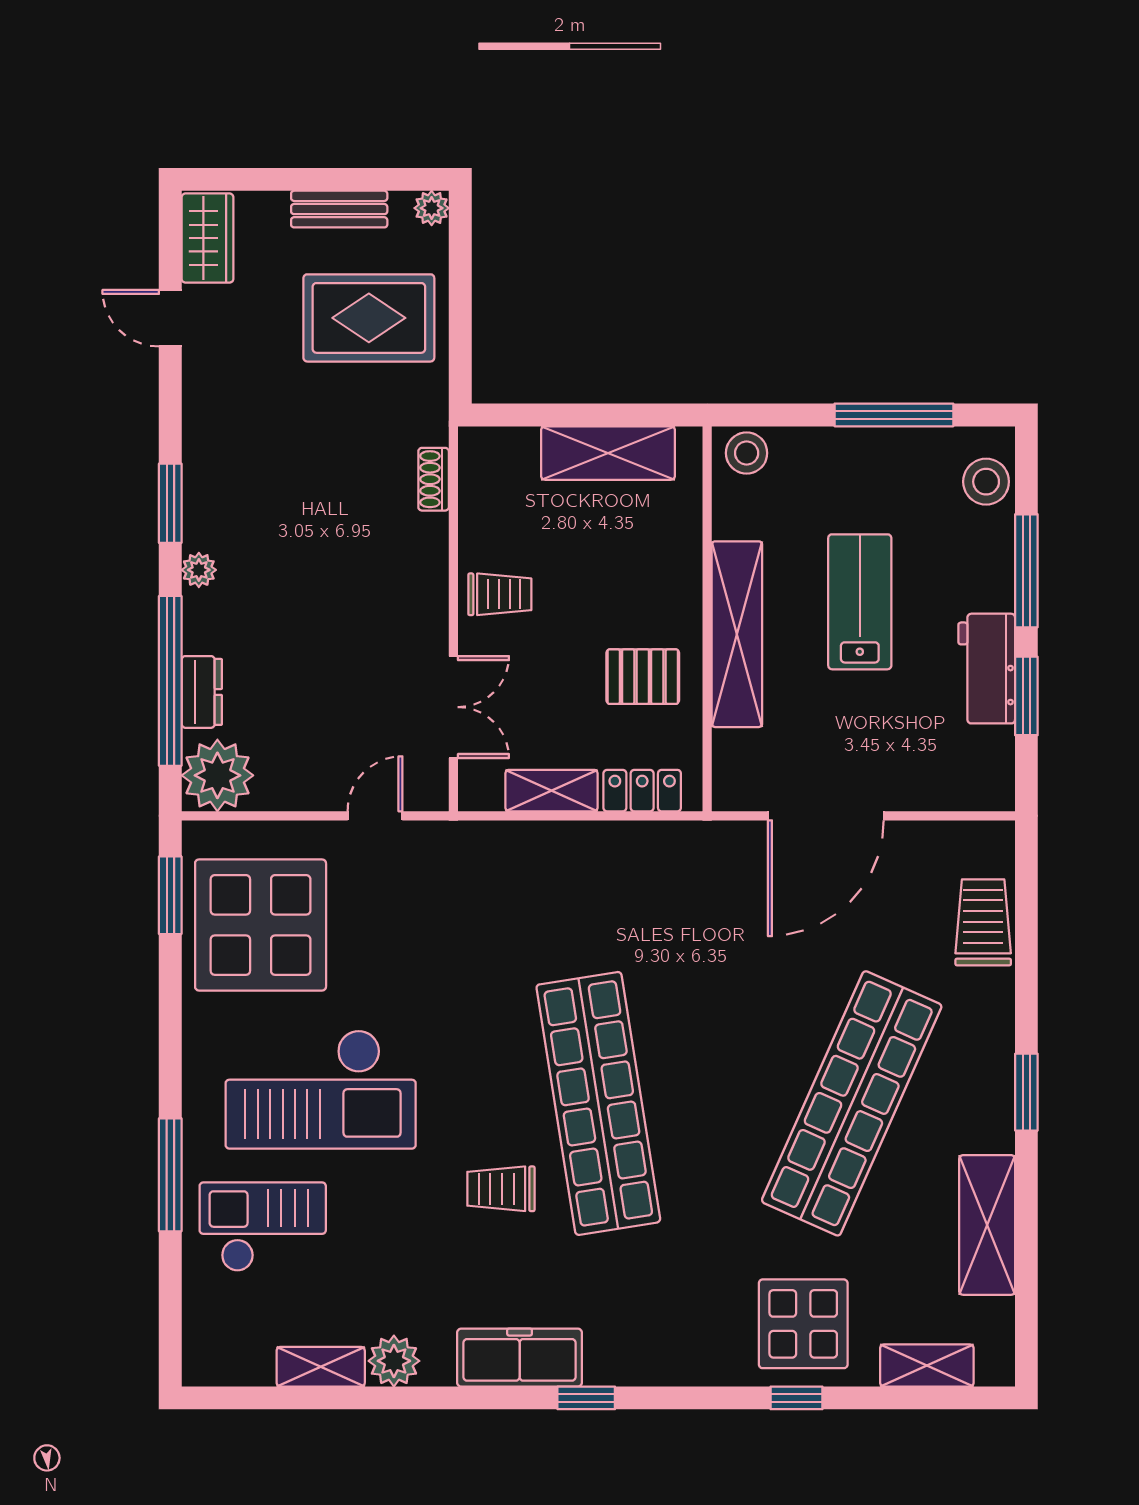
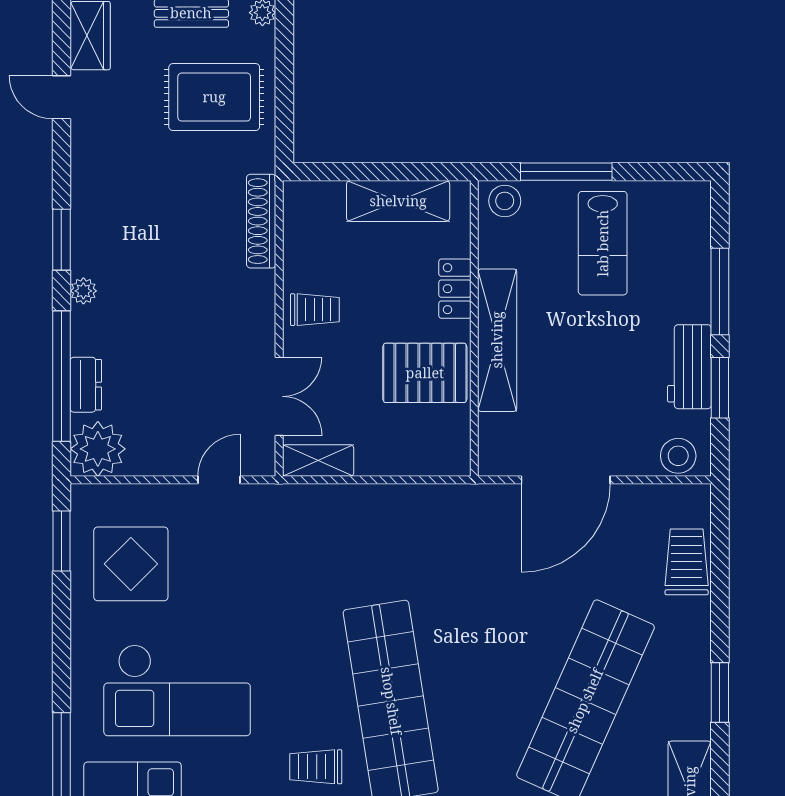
window: (894, 415) -> (566, 172), moved
shoe rack: (434, 479) -> (261, 221), width x1.94, depth x1.24
stool: (986, 482) -> (678, 456), moved
lab bench: (860, 602) -> (603, 243), moved, turned 180
pallet: (643, 677) -> (425, 373), width x1.50, depth x1.42
shelving: (551, 791) -> (318, 460), moved
locker: (642, 791) -> (455, 289), moved, turned -90
display table: (261, 925) -> (131, 564), width x0.73, depth x0.73

